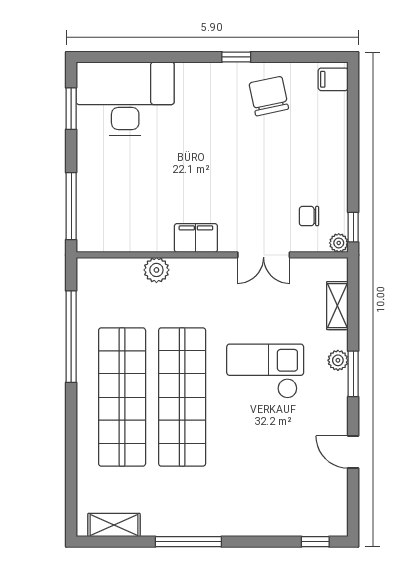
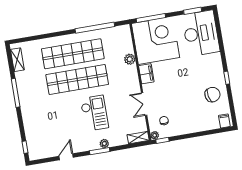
corner desk: (124, 204) -> (156, 41), added
shelving: (337, 306) -> (138, 138), moved

